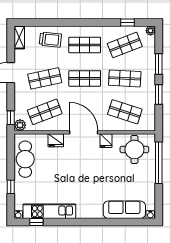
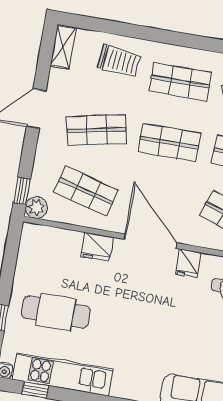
shop shelf: (45, 112) -> (86, 191), turned 36
cafe table: (25, 159) -> (56, 312), moved, turned 90

